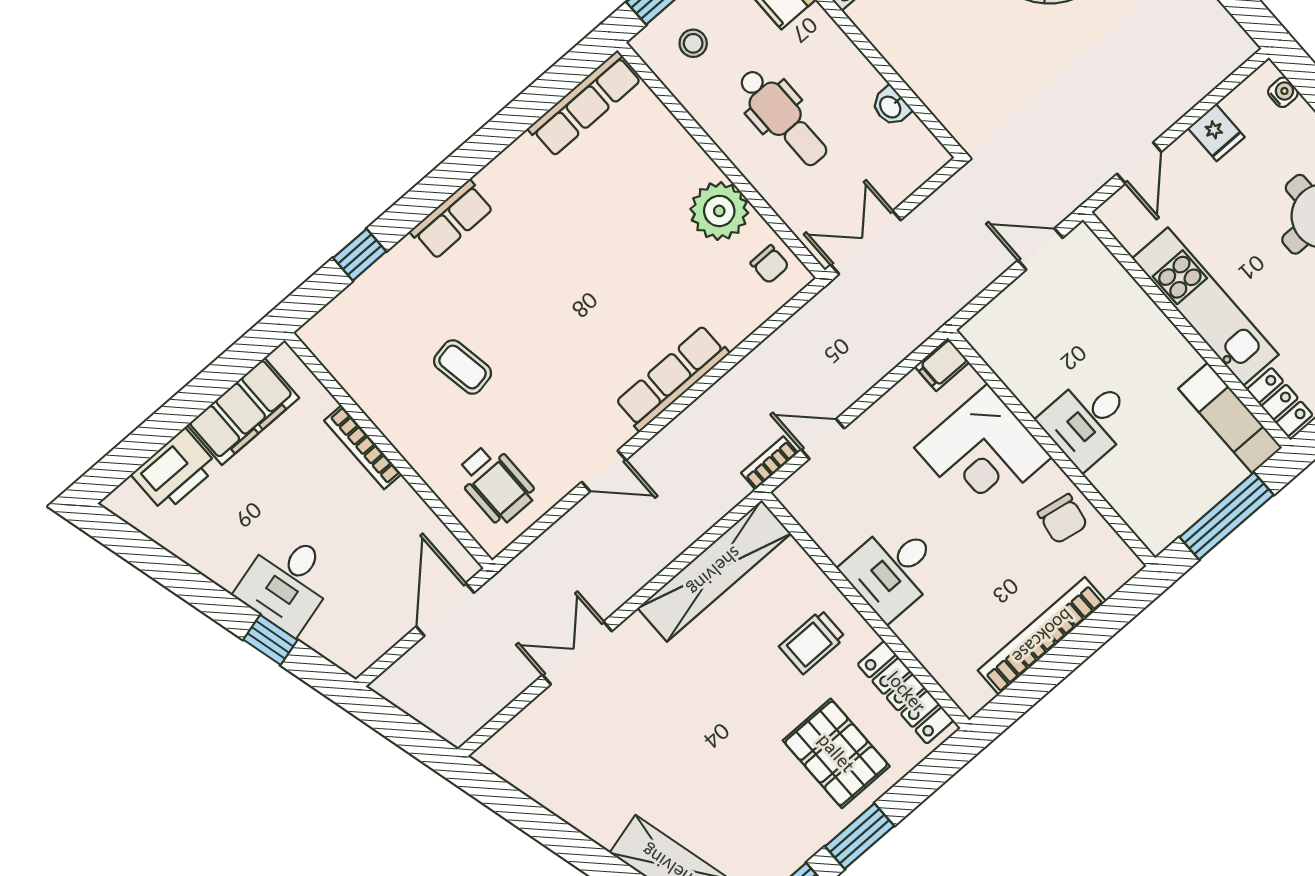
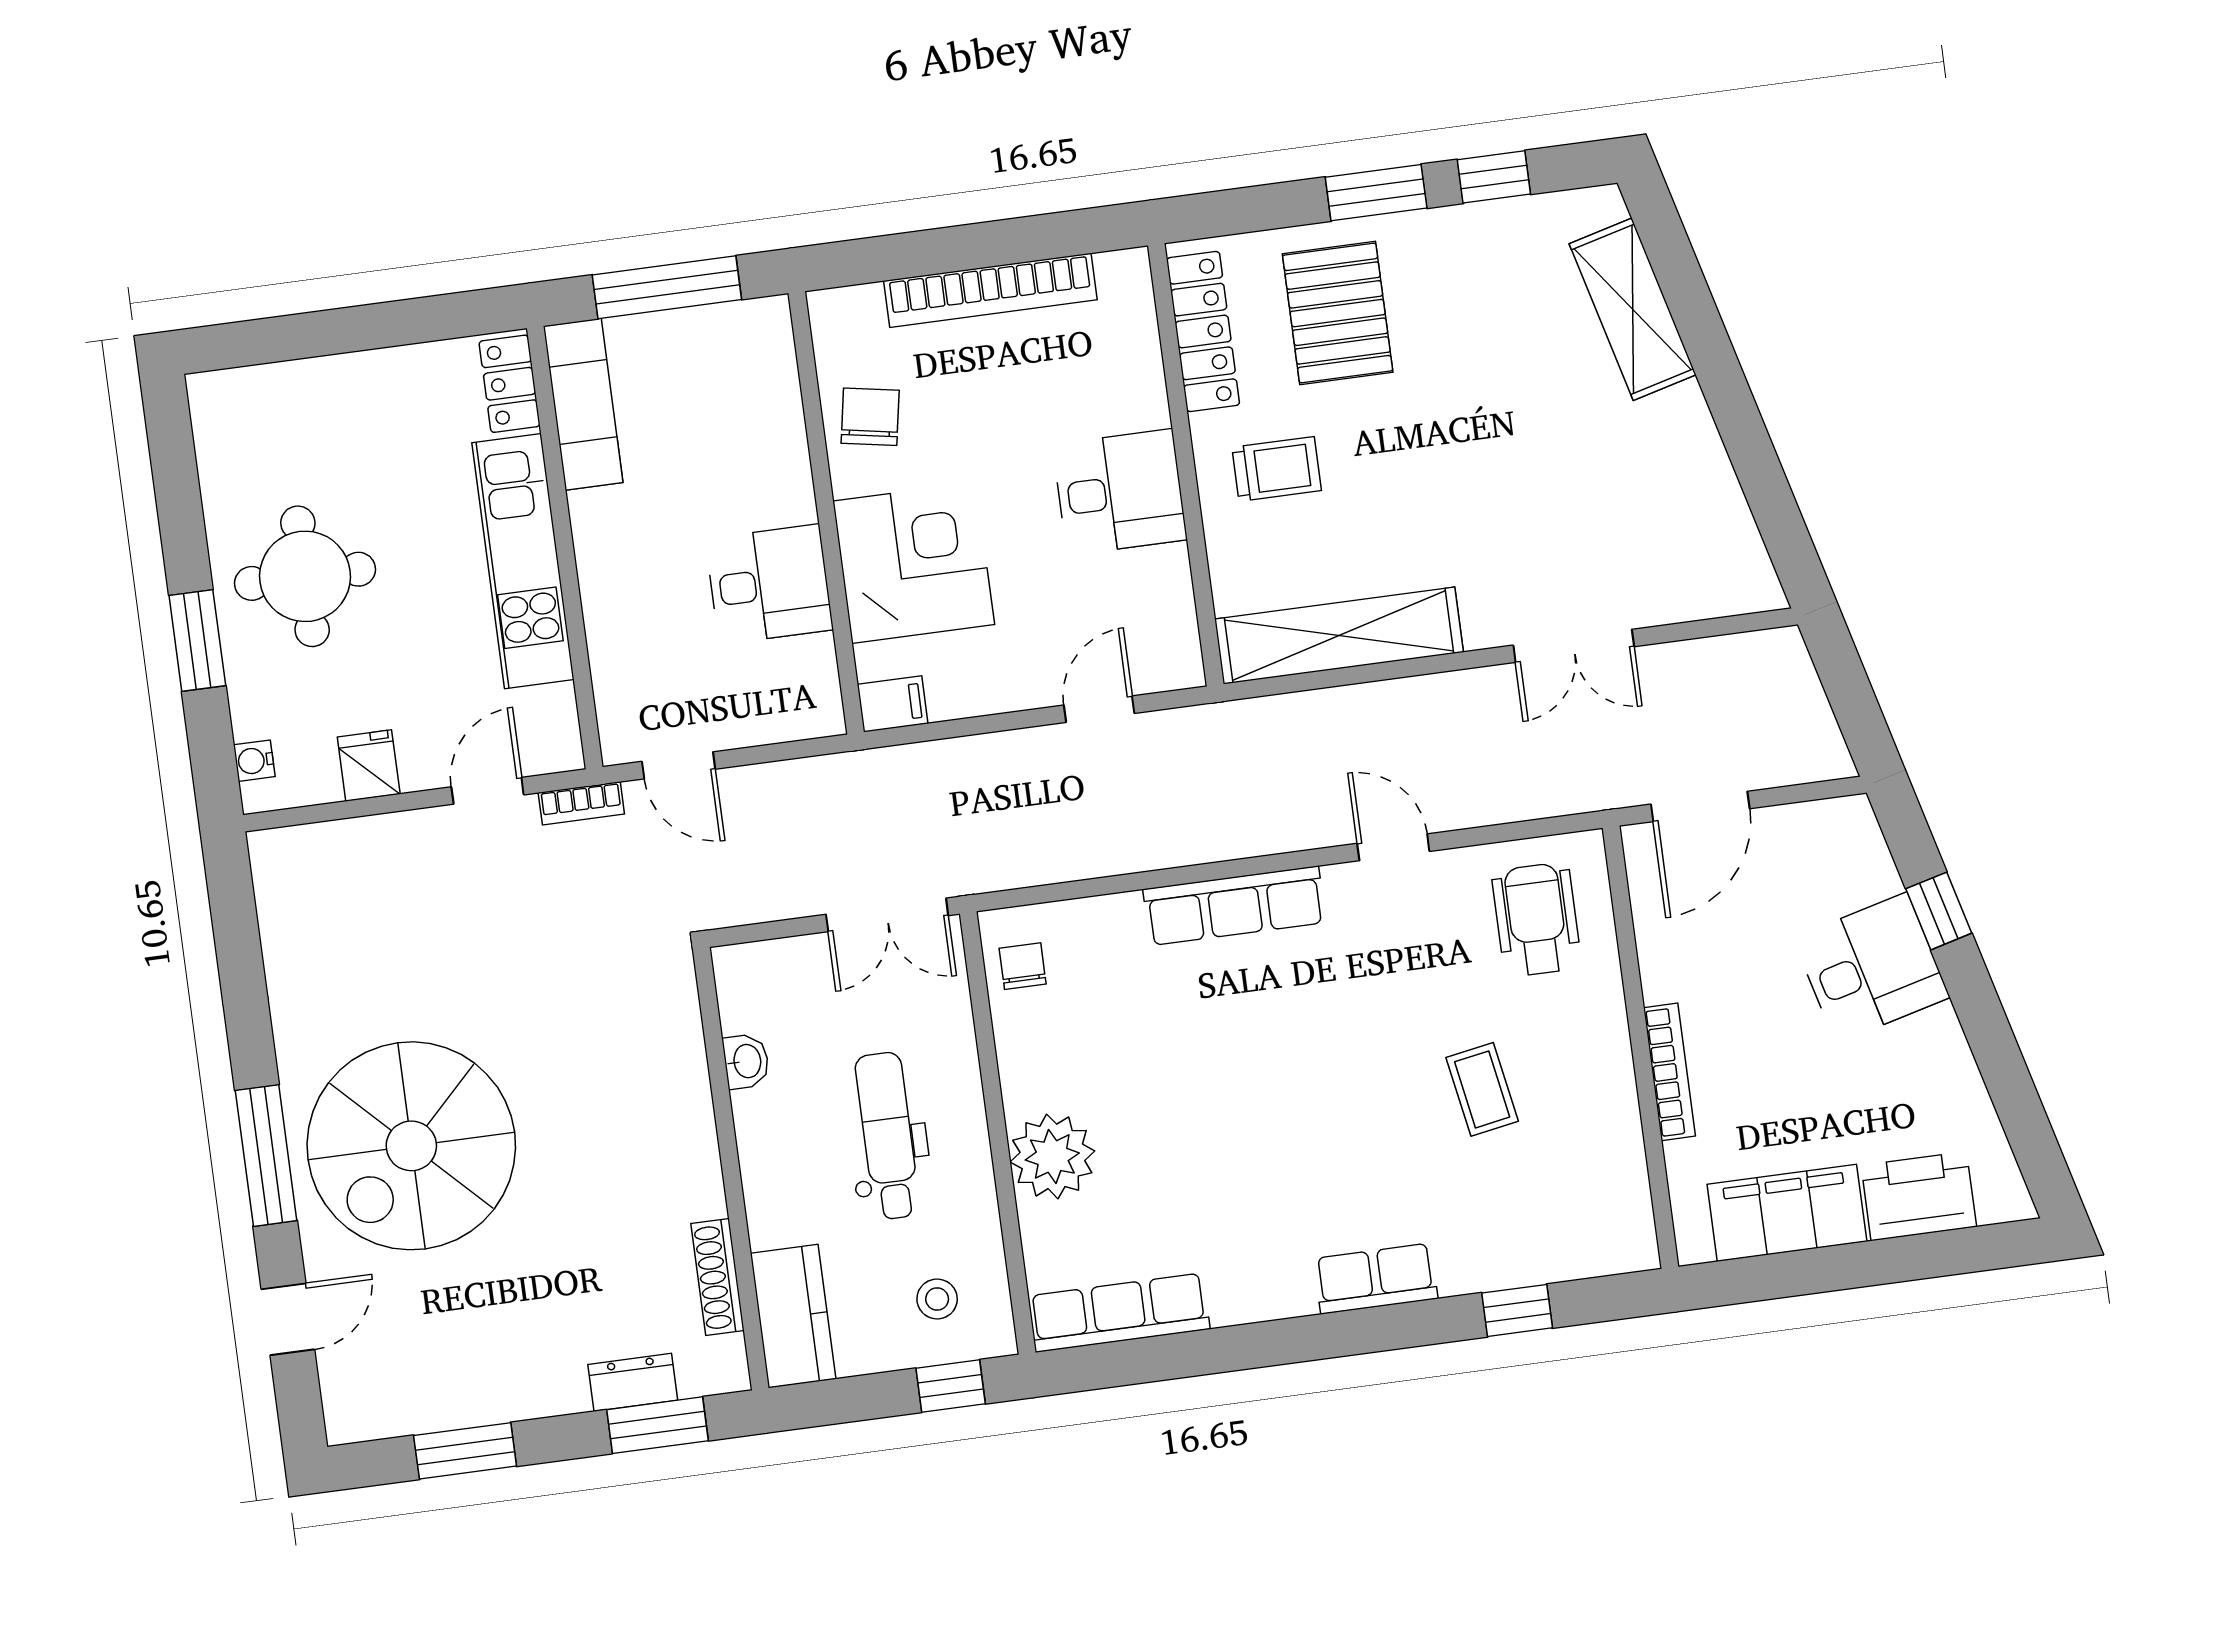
plant: (719, 211) -> (1052, 1156), moved
desk: (1088, 421) -> (769, 584), moved
door: (823, 439) -> (1099, 709), swing flipped
bookcase: (770, 463) -> (581, 803), moved

